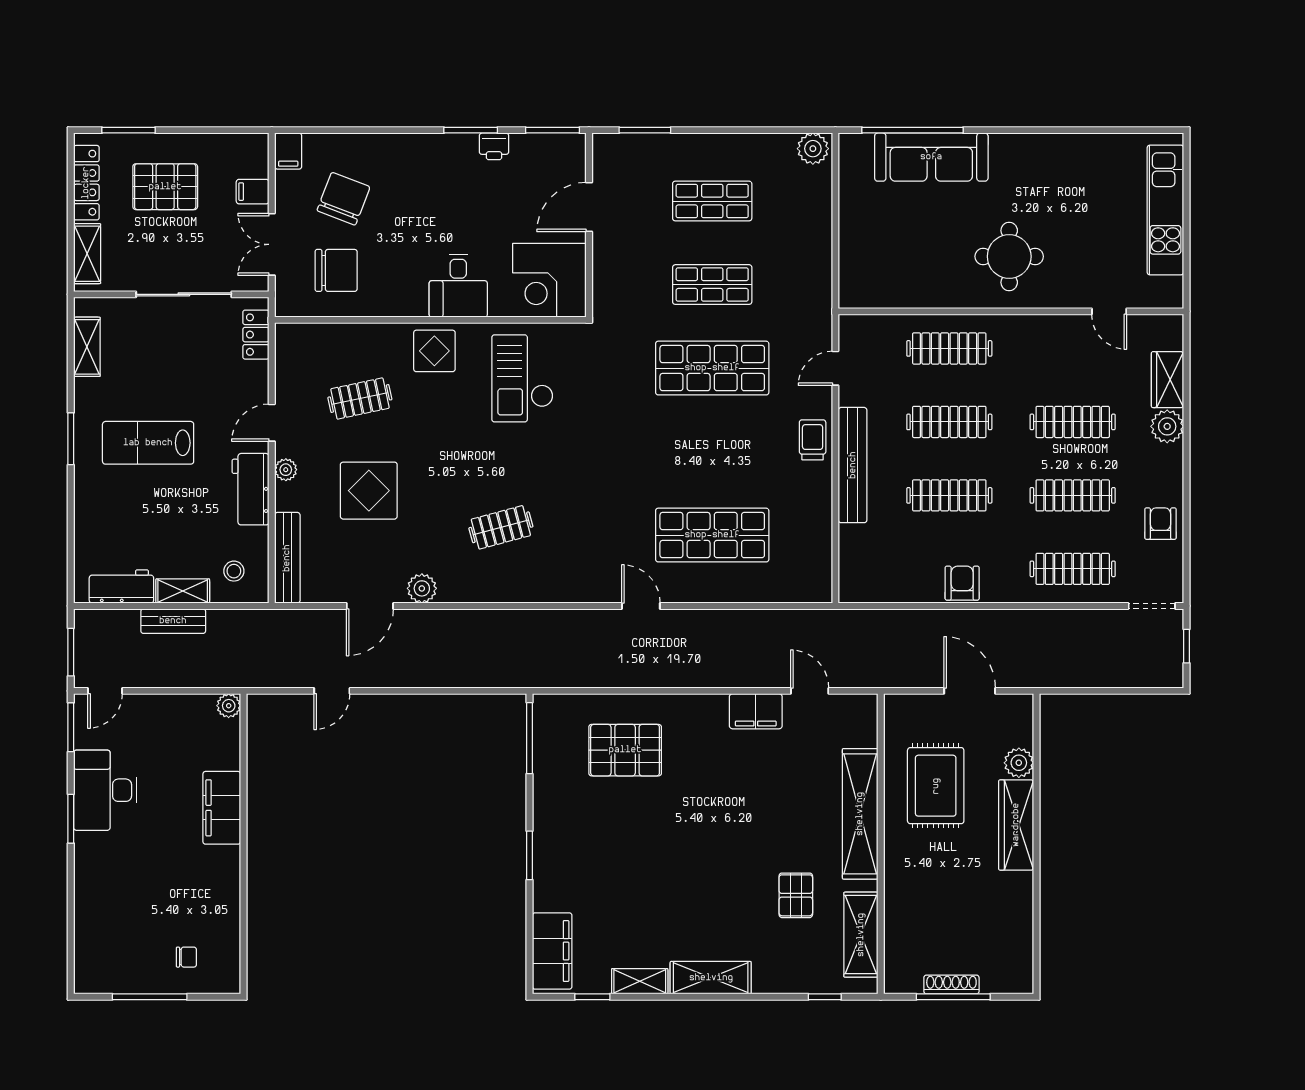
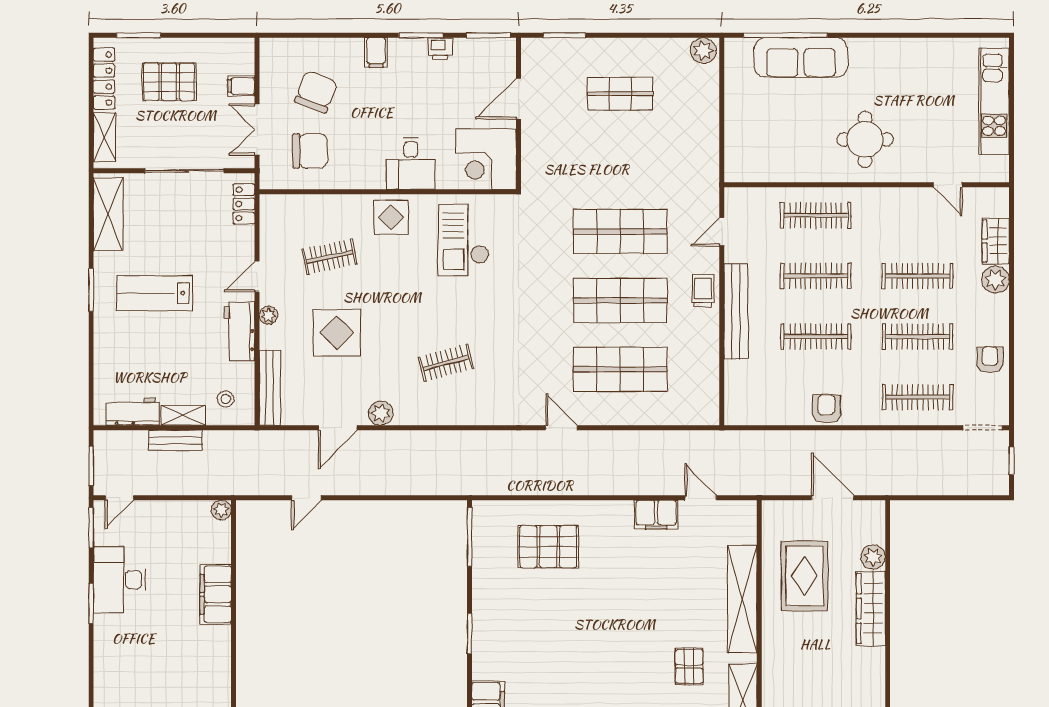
filing cabinet: (288, 151) -> (376, 53), moved
shop shelf: (712, 285) -> (620, 300), moved, width x1.43, depth x1.36
shelving: (87, 347) -> (108, 214), width x1.50, depth x1.33

